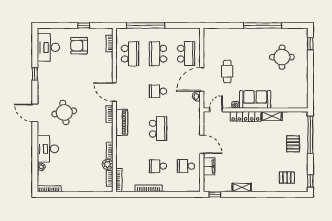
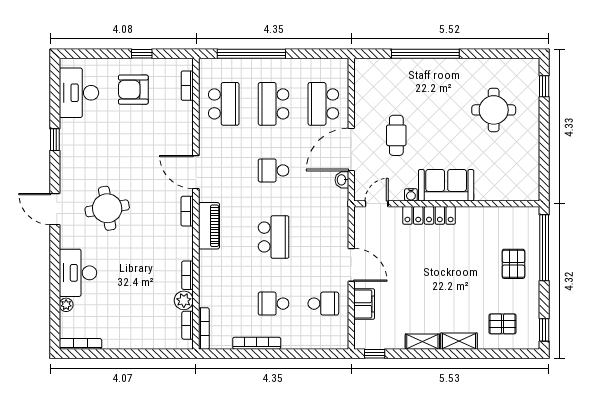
window: (263, 25) -> (425, 54), moved
school desk: (186, 54) -> (323, 104), turned 180
shelving: (272, 116) -> (459, 341), moved
school desk: (186, 166) -> (323, 304), turned 180

